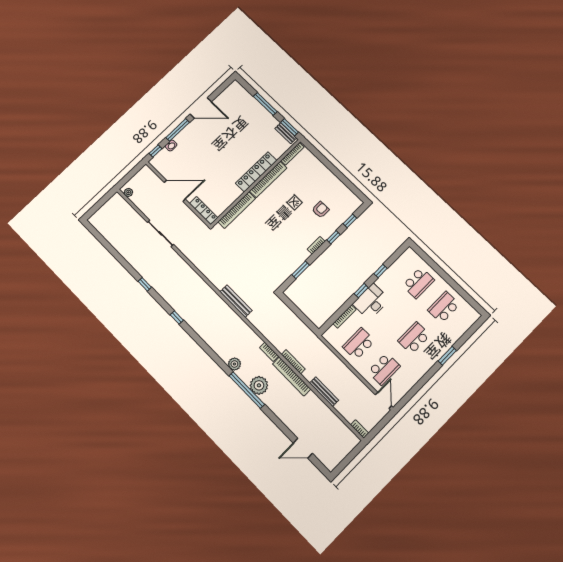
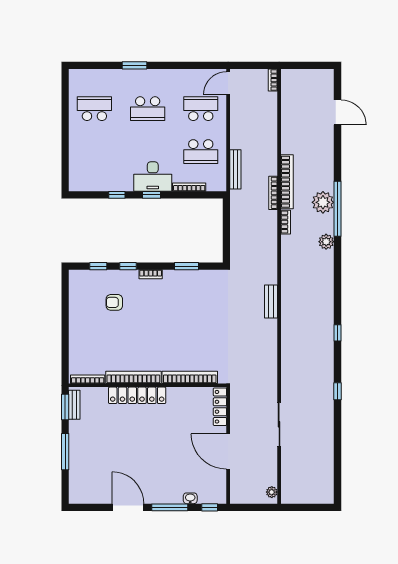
school desk: (418, 283) -> (94, 152), removed
bench: (236, 301) -> (271, 301), width x0.73
school desk: (444, 307) -> (94, 109), turned 180
bench: (324, 392) -> (235, 169), moved

